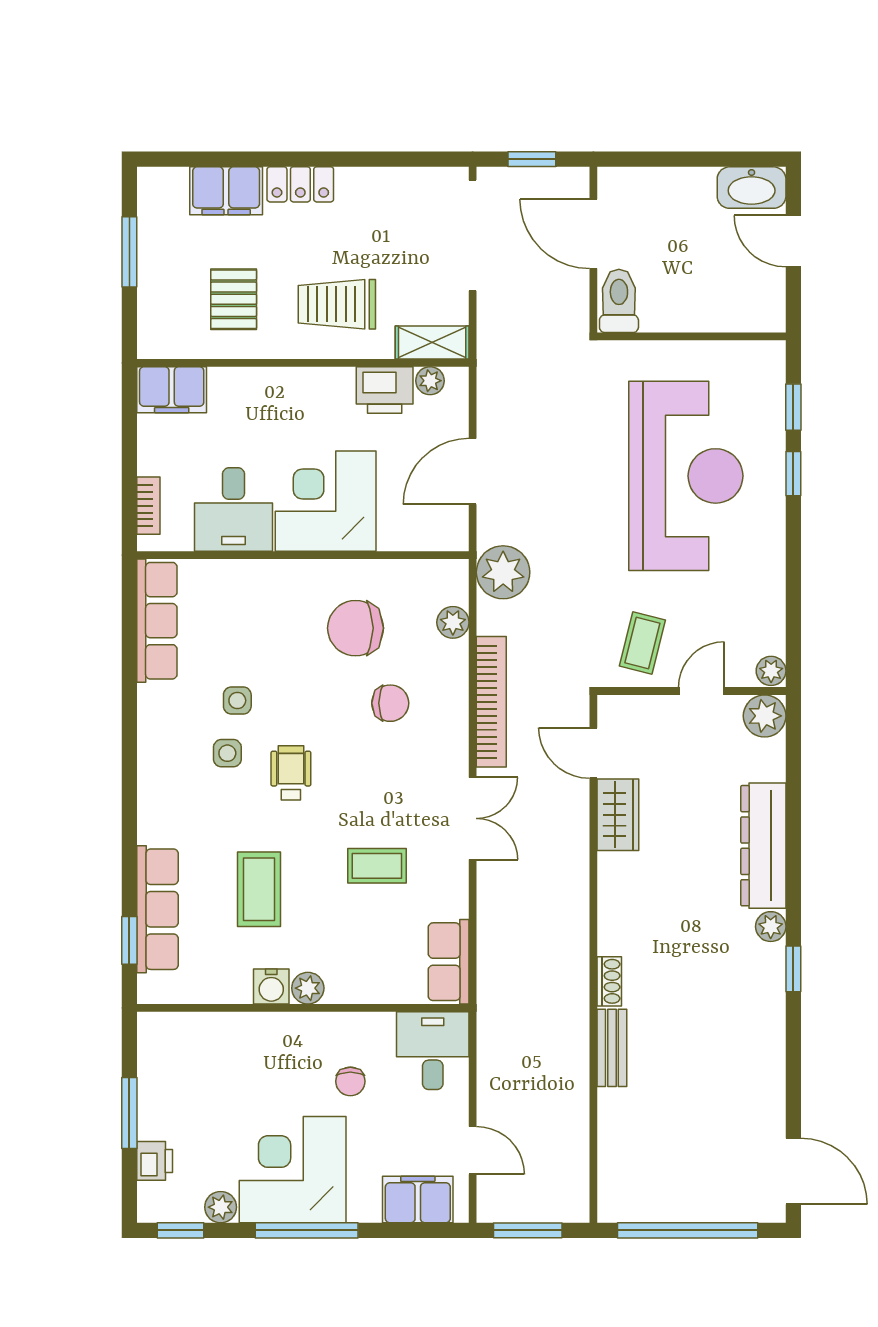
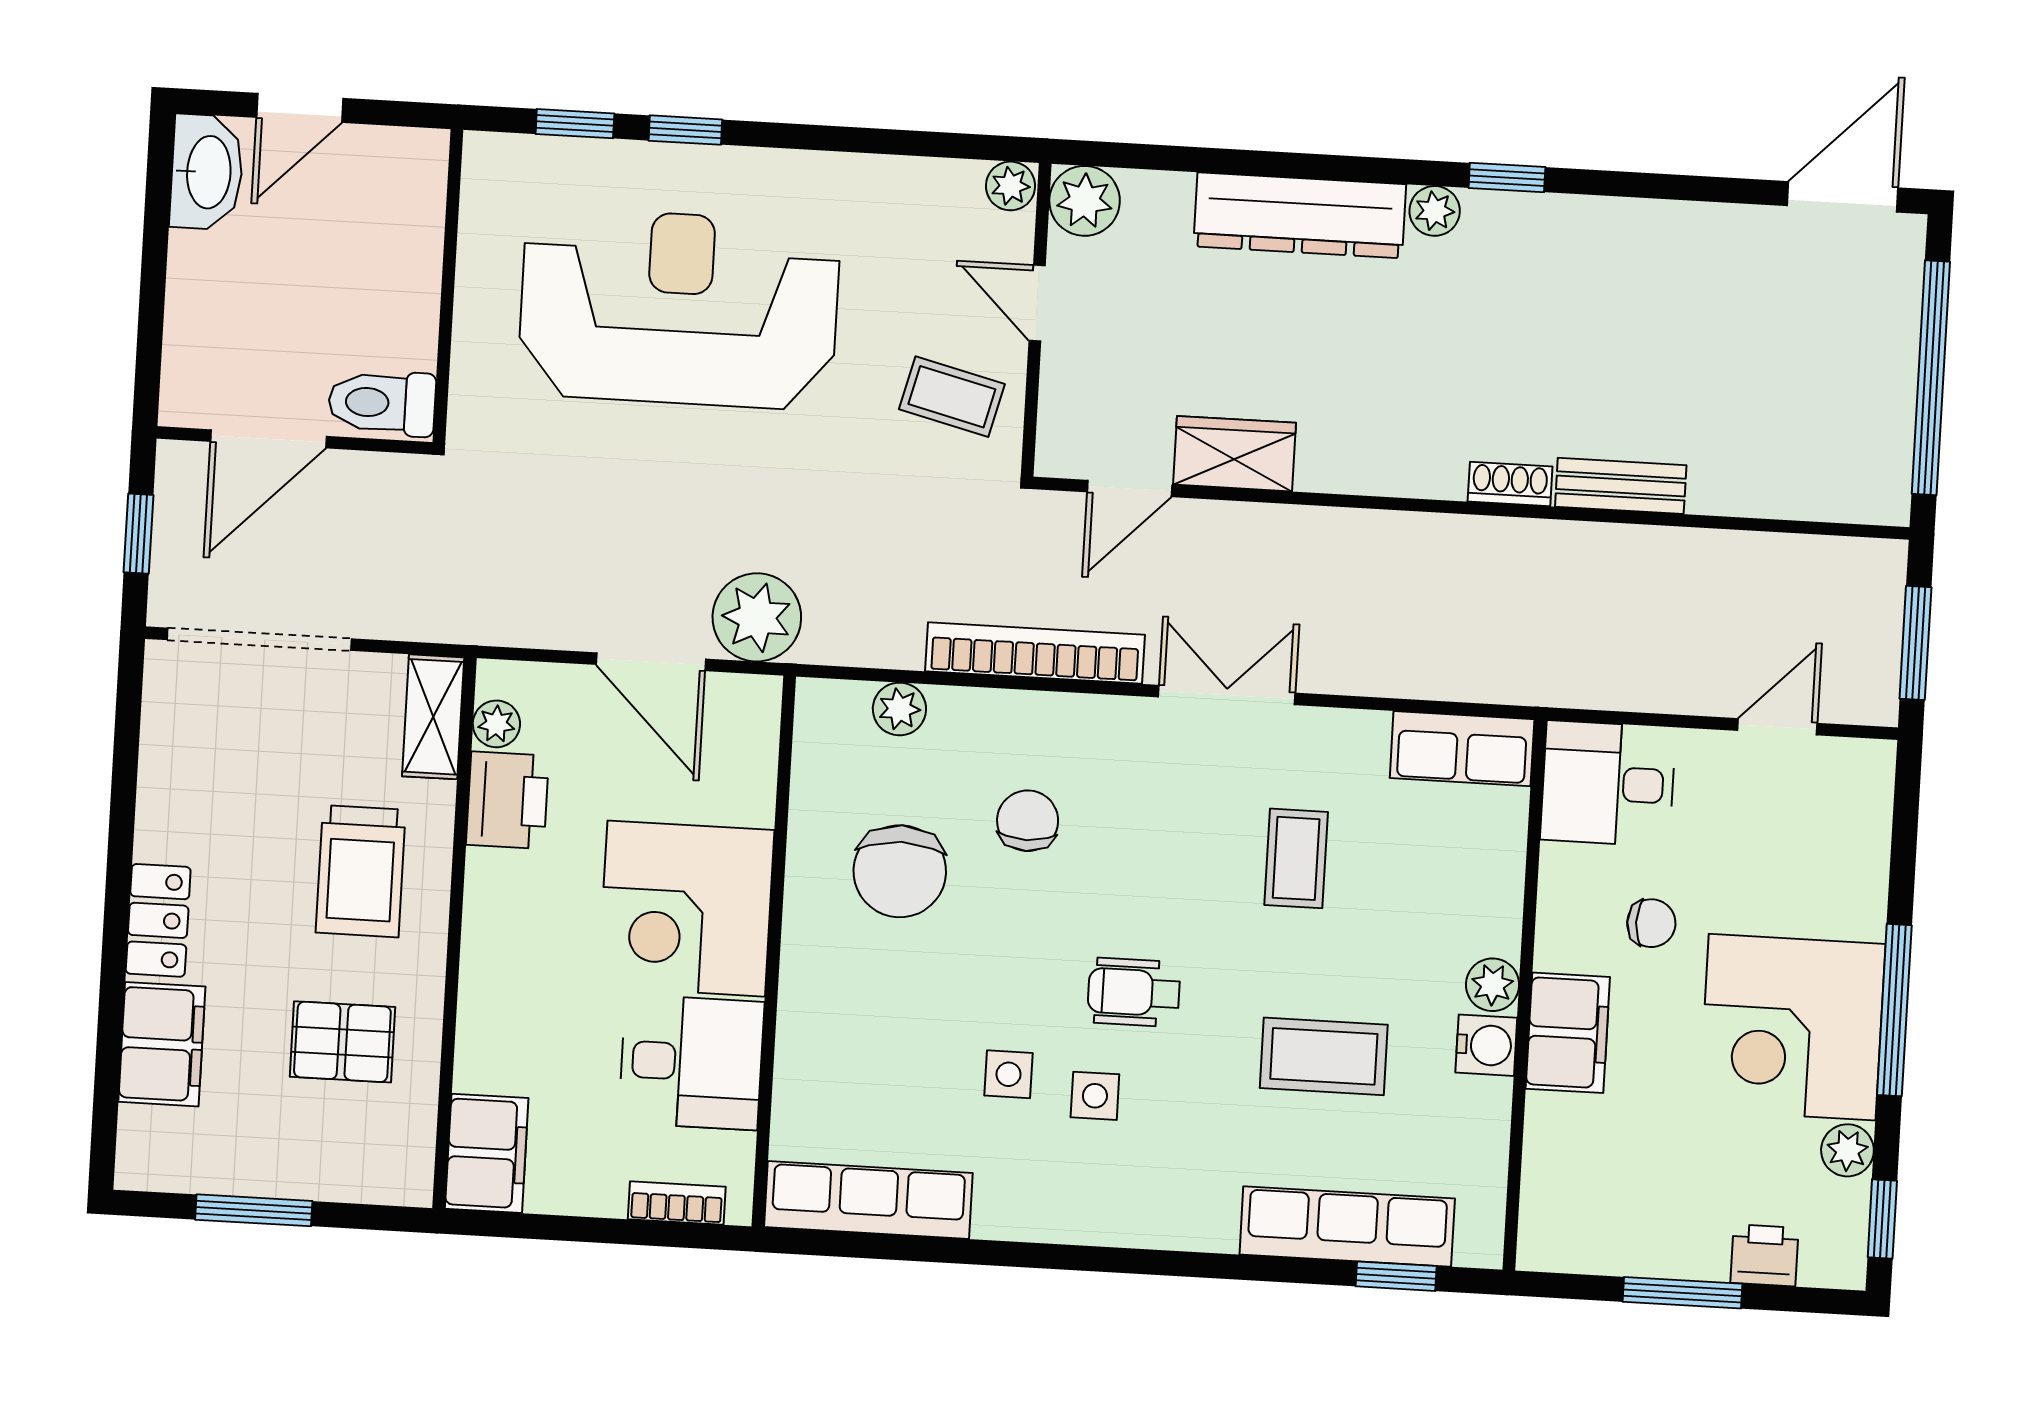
plant: (503, 572) -> (757, 617), moved
filing cabinet: (418, 1199) -> (1568, 1033), moved, turned 180

